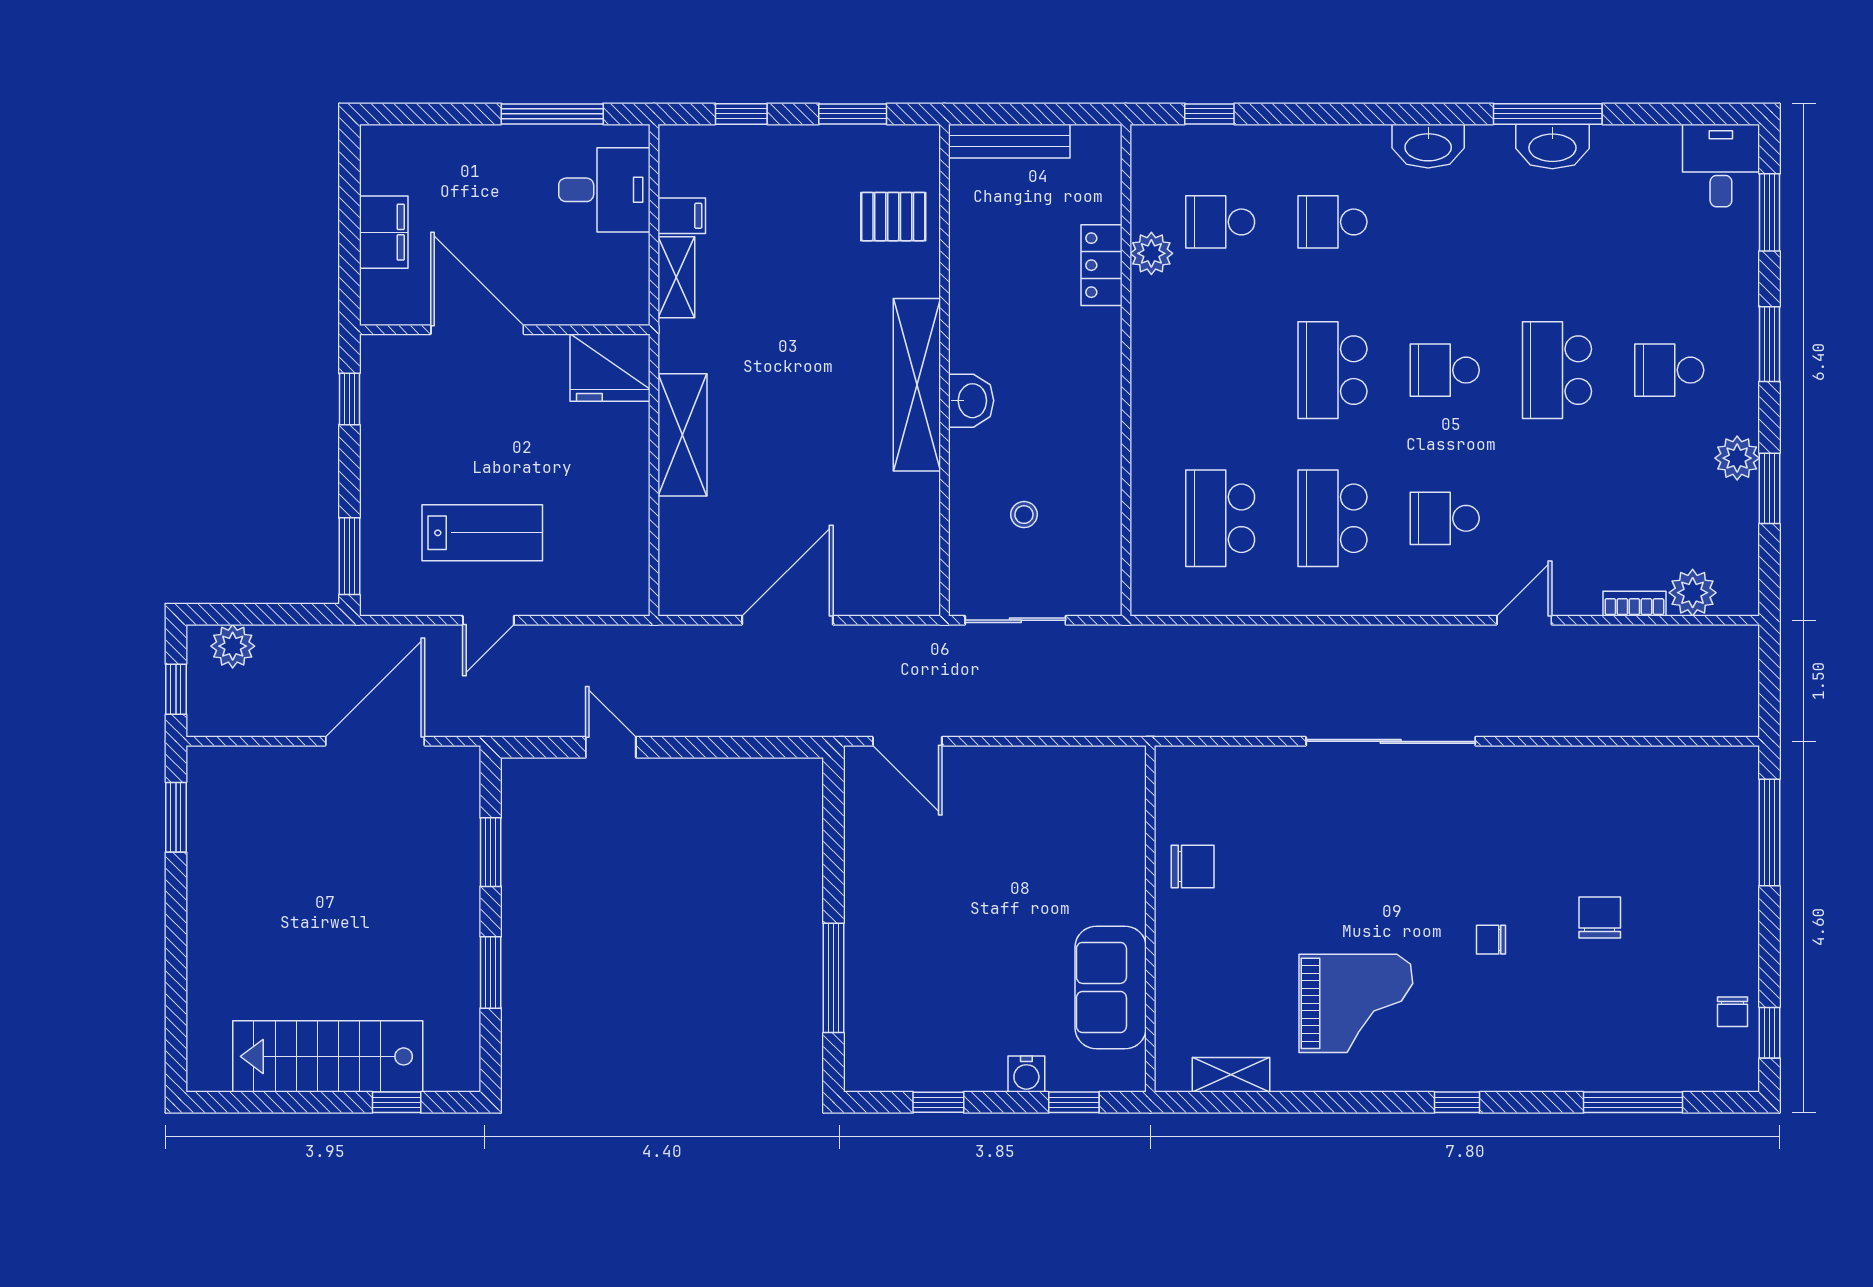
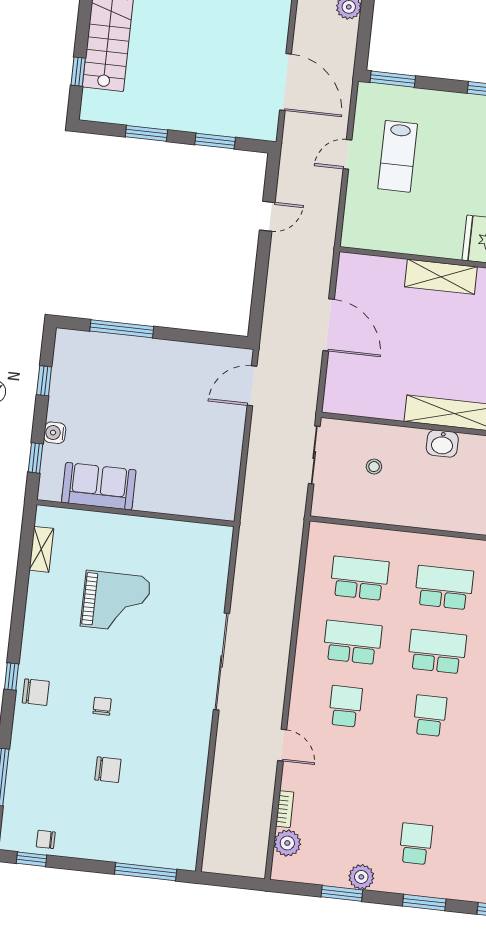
school desk: (1557, 370) -> (444, 588), moved
door: (488, 620) -> (347, 154), hinge flipped
chair: (1193, 867) -> (36, 692), moved, turned -90
grand piano: (1356, 1003) -> (116, 602), moved, turned -90

